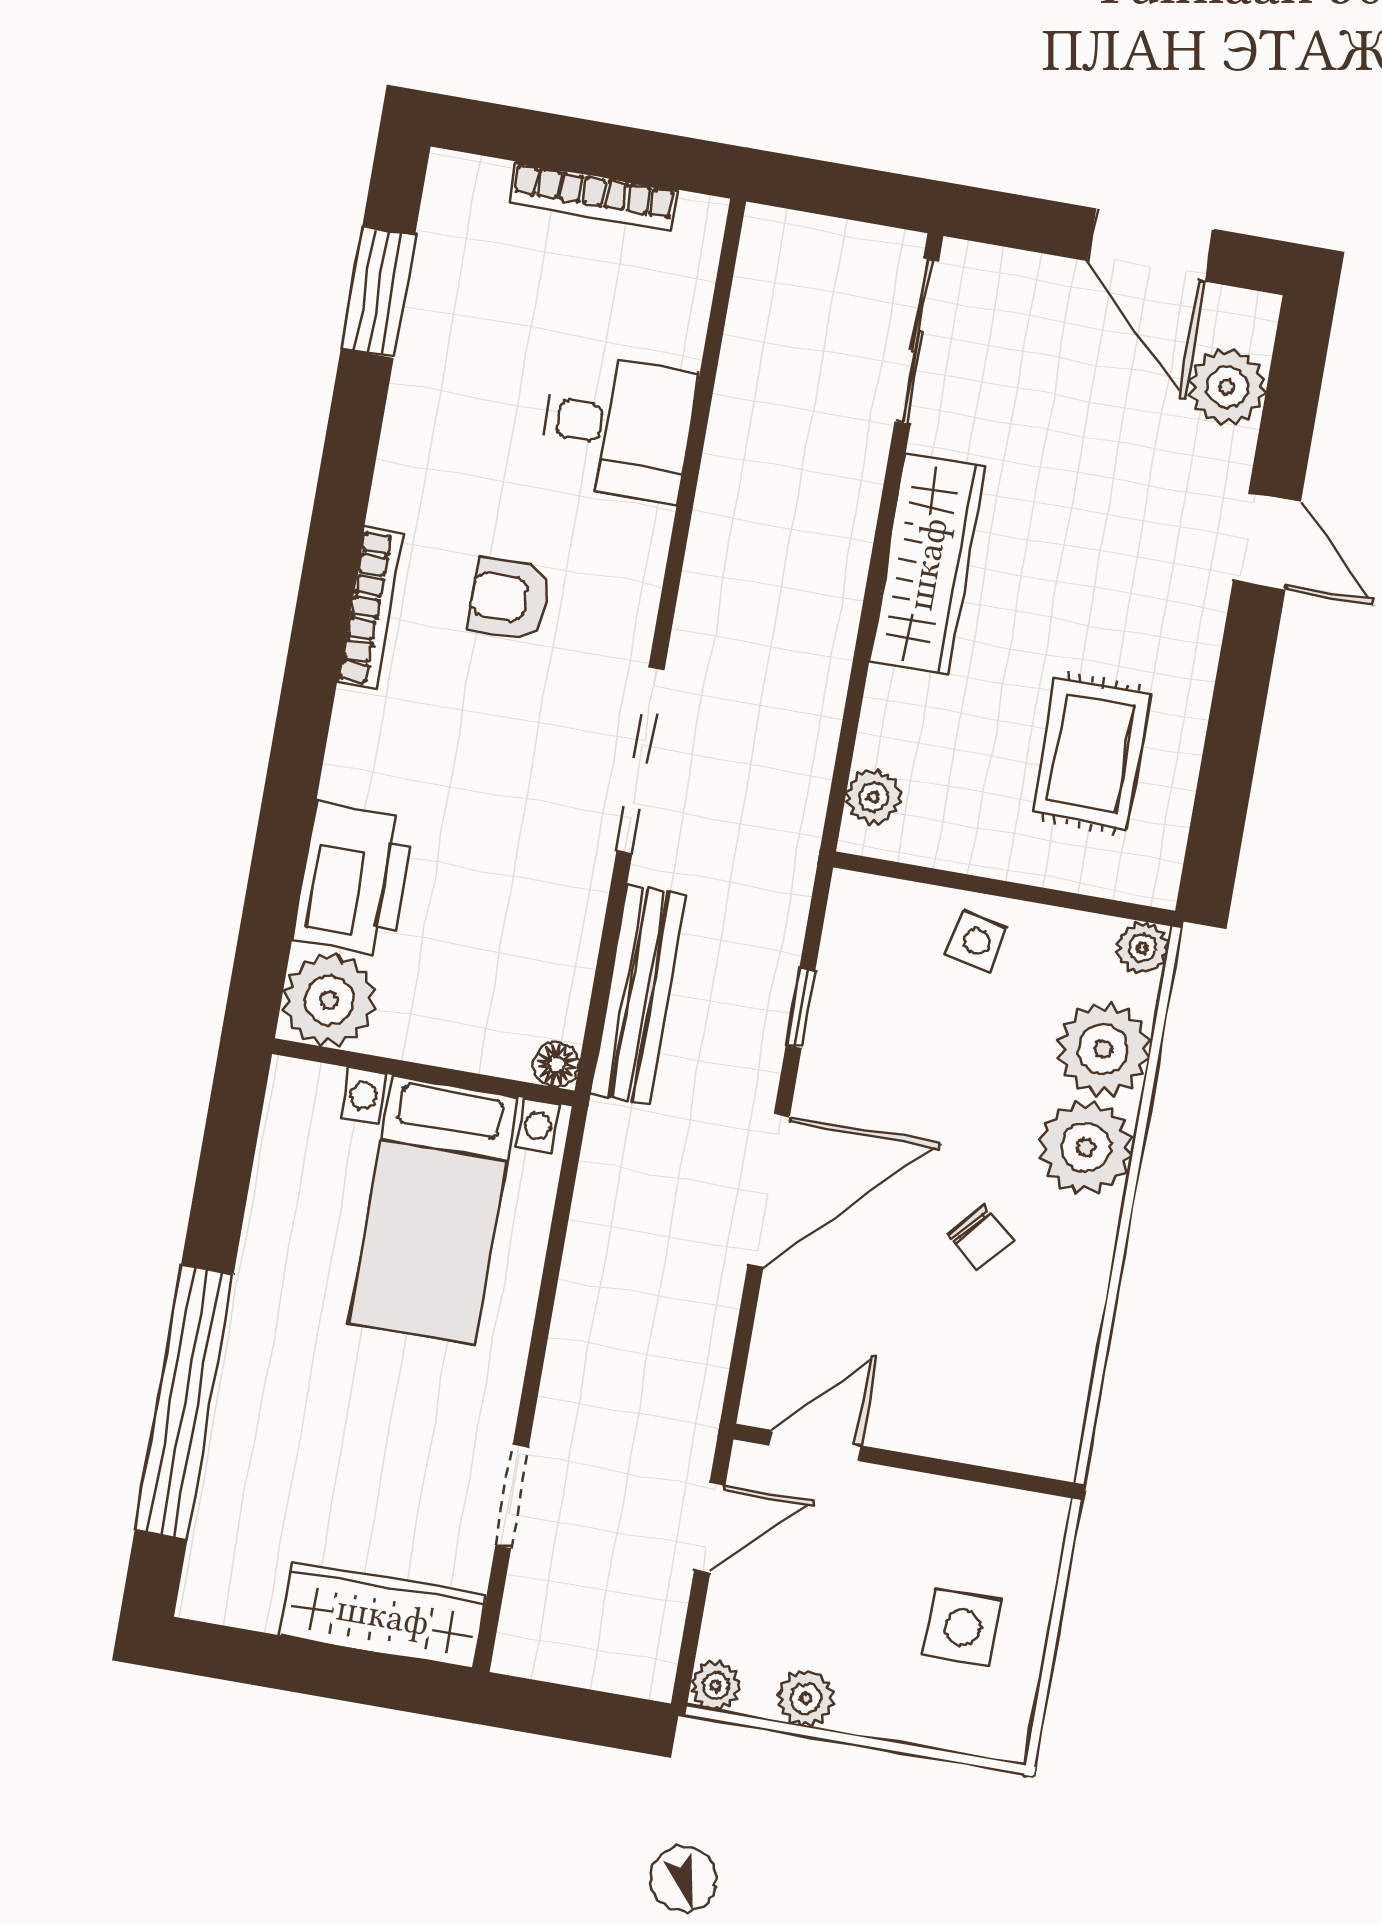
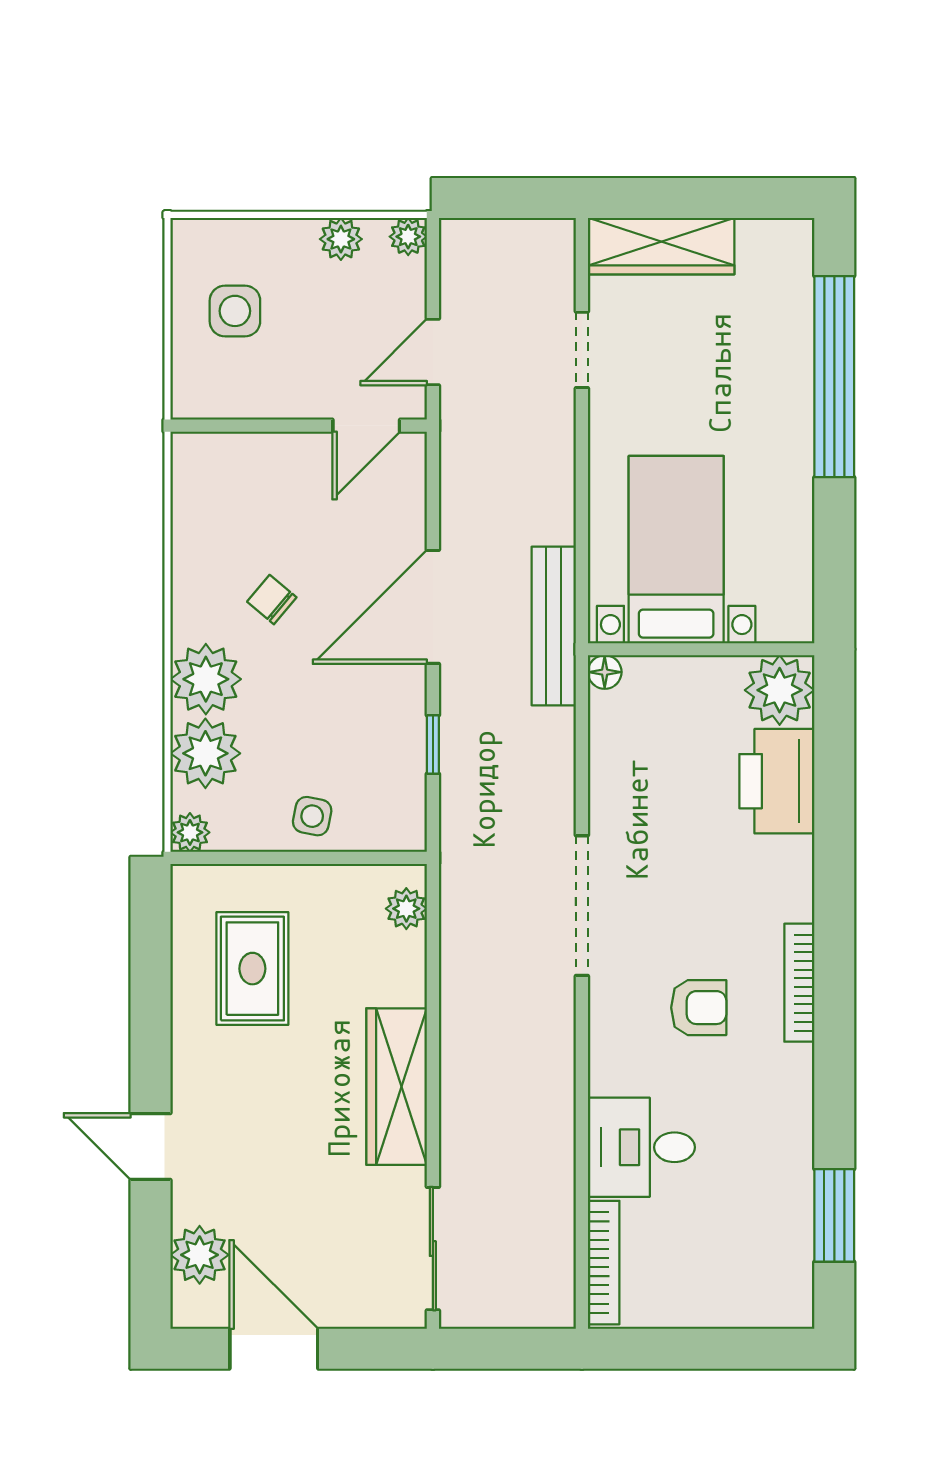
bookcase: (593, 196) -> (604, 1263), moved, turned 90
bench: (638, 994) -> (554, 626), moved

